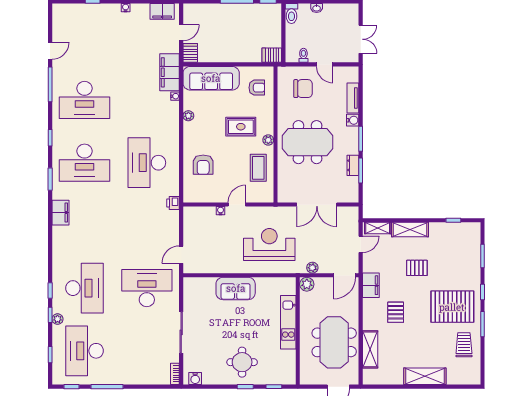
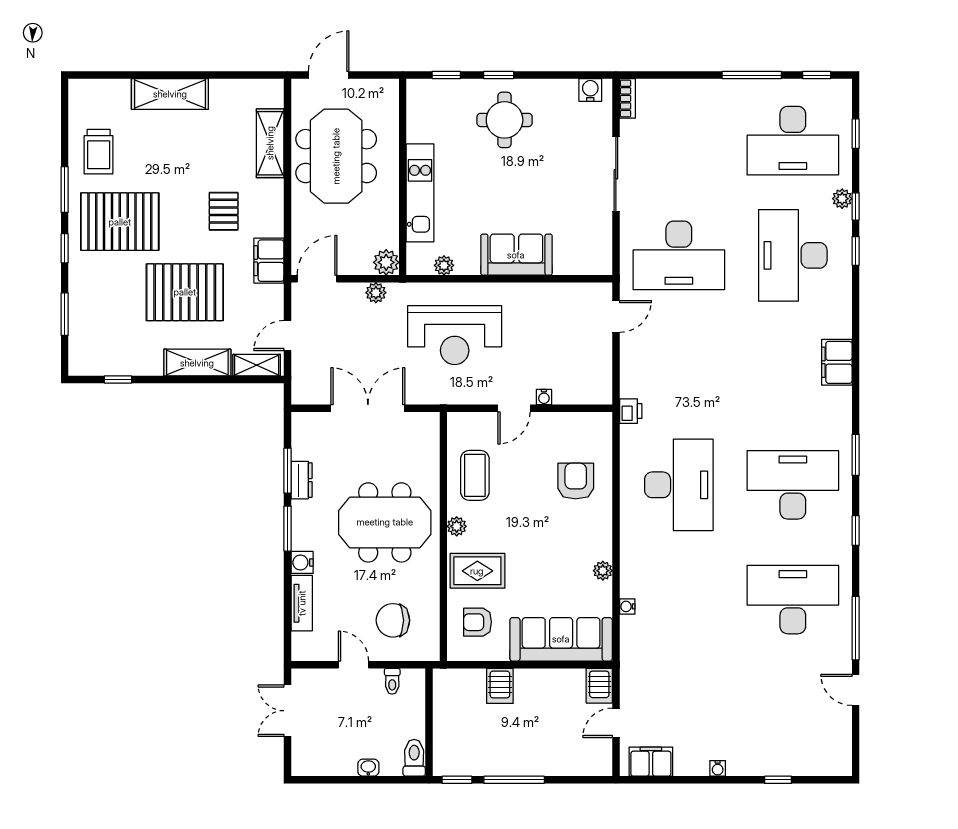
door: (50, 51) -> (856, 690), hinge flipped
server rack: (272, 55) -> (500, 686), moved, turned 90
filing cabinet: (170, 72) -> (637, 650), removed
rug: (241, 127) -> (477, 571), moved
filing cabinet: (60, 213) -> (837, 362), moved
pallet: (417, 268) -> (185, 292), width x2.05, depth x2.00
plant: (275, 283) -> (444, 265), added
desk: (84, 351) -> (793, 141), turned 90

